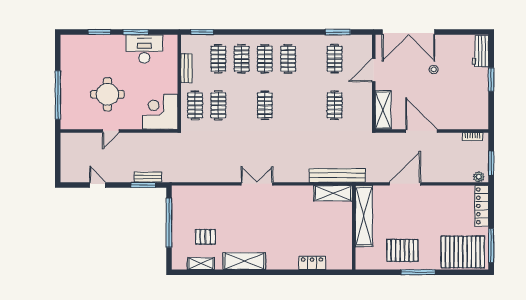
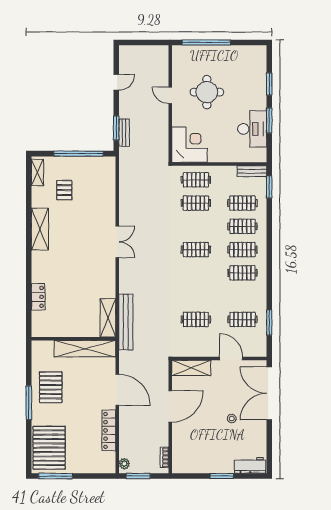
bench: (186, 68) -> (252, 171), moved
locker: (482, 206) -> (109, 430), moved, turned -90
shelving: (201, 264) -> (37, 172), moved

